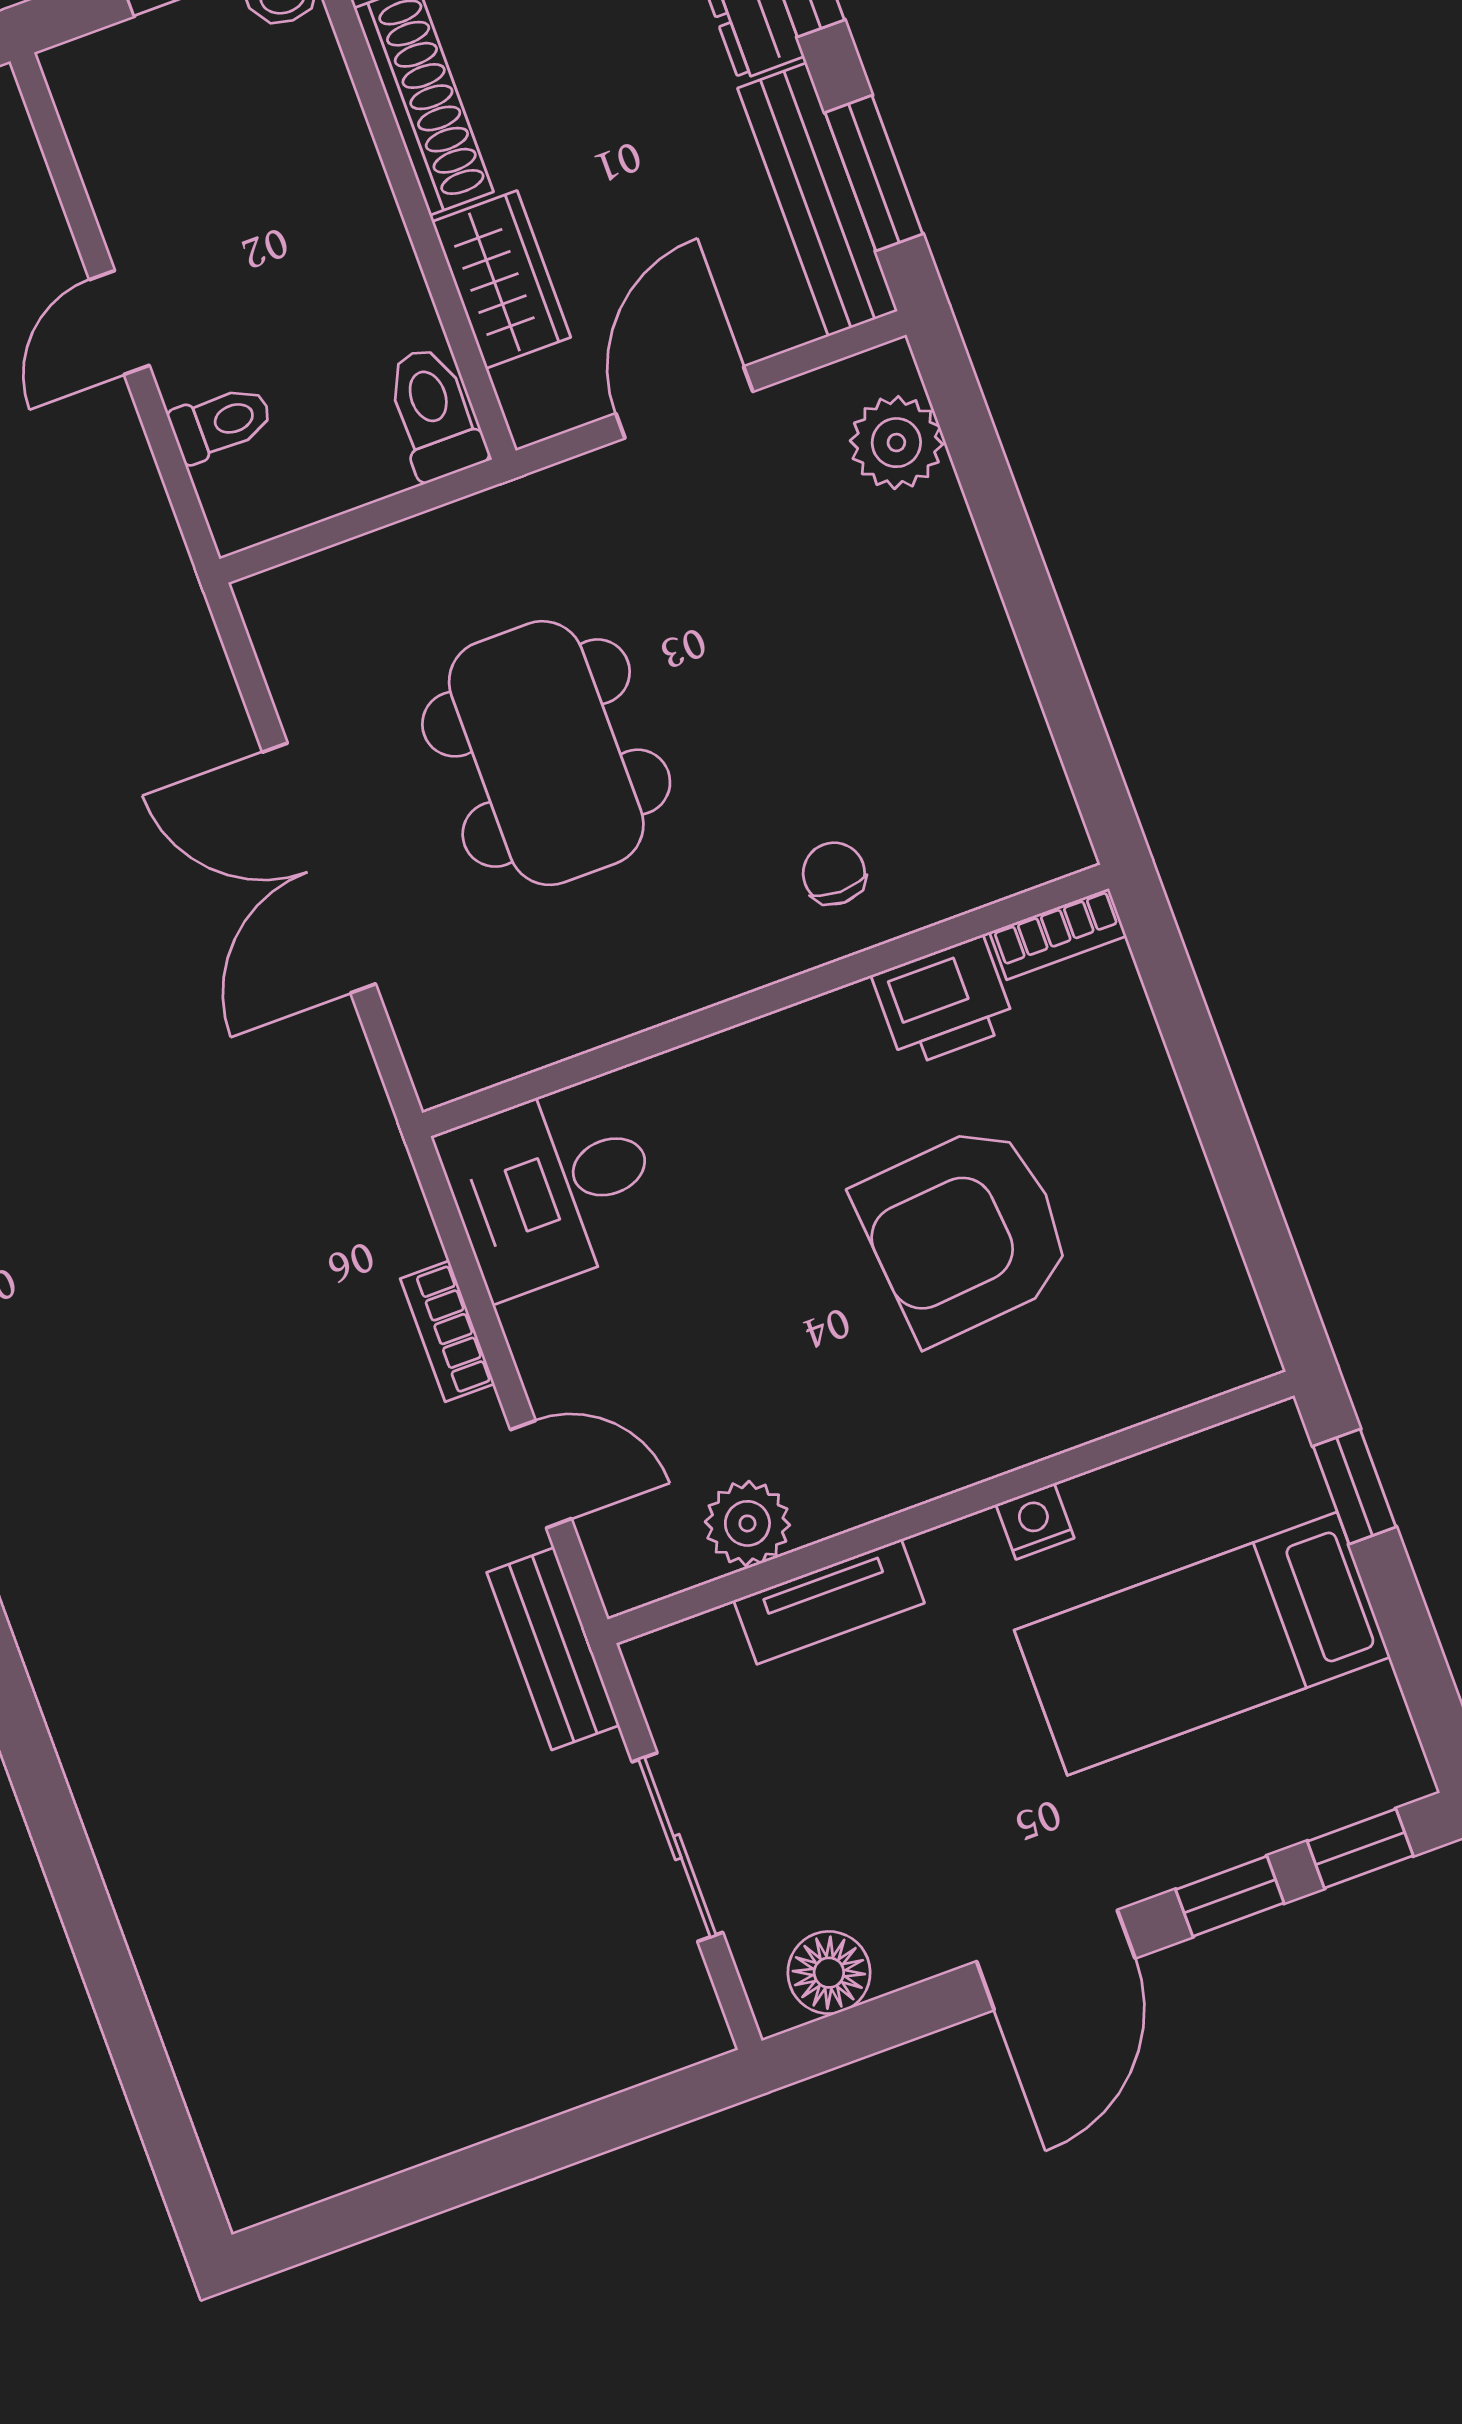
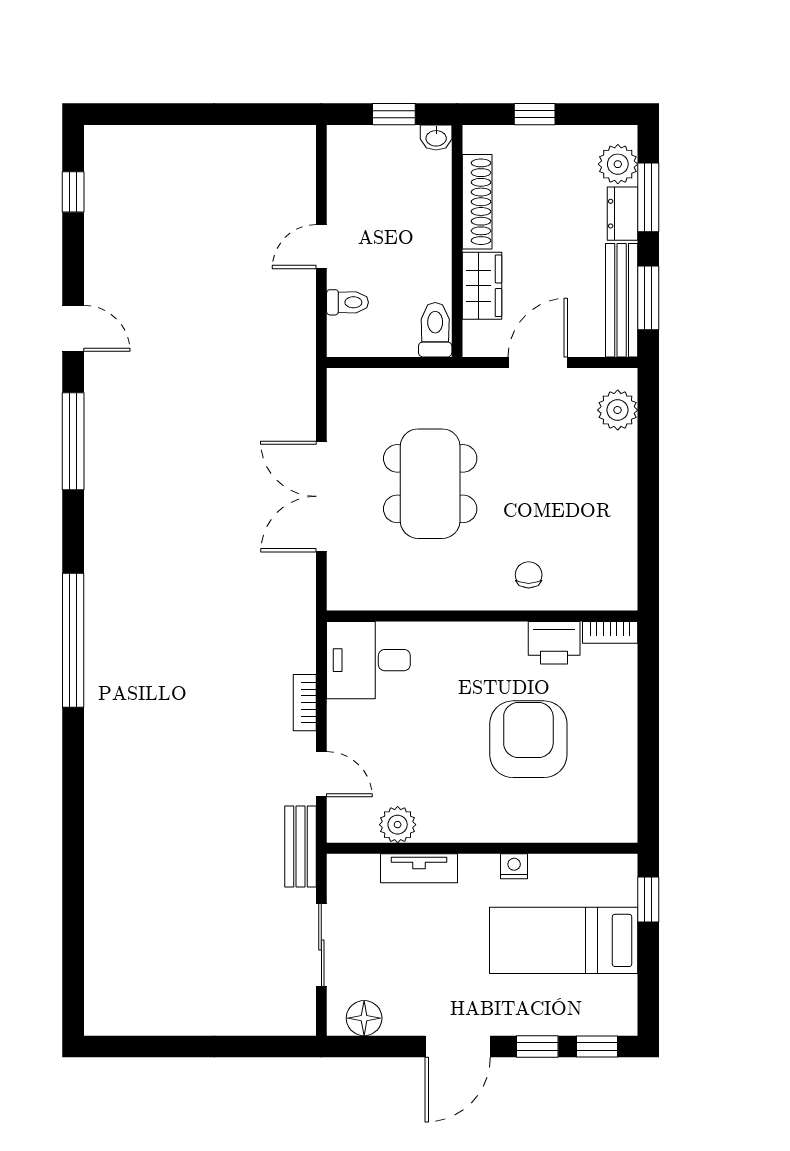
armchair: (965, 1232) -> (528, 739), turned 95

